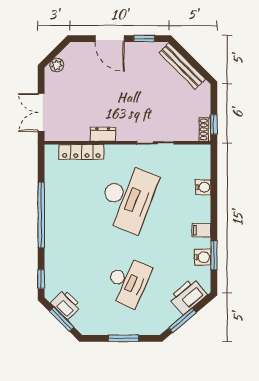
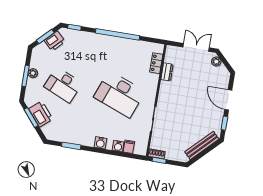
door: (110, 39) -> (228, 100), hinge flipped
double door: (41, 113) -> (196, 47), moved
dresser: (103, 134) -> (167, 72), moved
locker: (81, 152) -> (156, 63), width x0.66
filing cabinet: (201, 230) -> (129, 147), moved
water cooler: (203, 257) -> (100, 143), moved
printer: (188, 296) -> (41, 114), moved
plant: (118, 328) -> (33, 73), added

